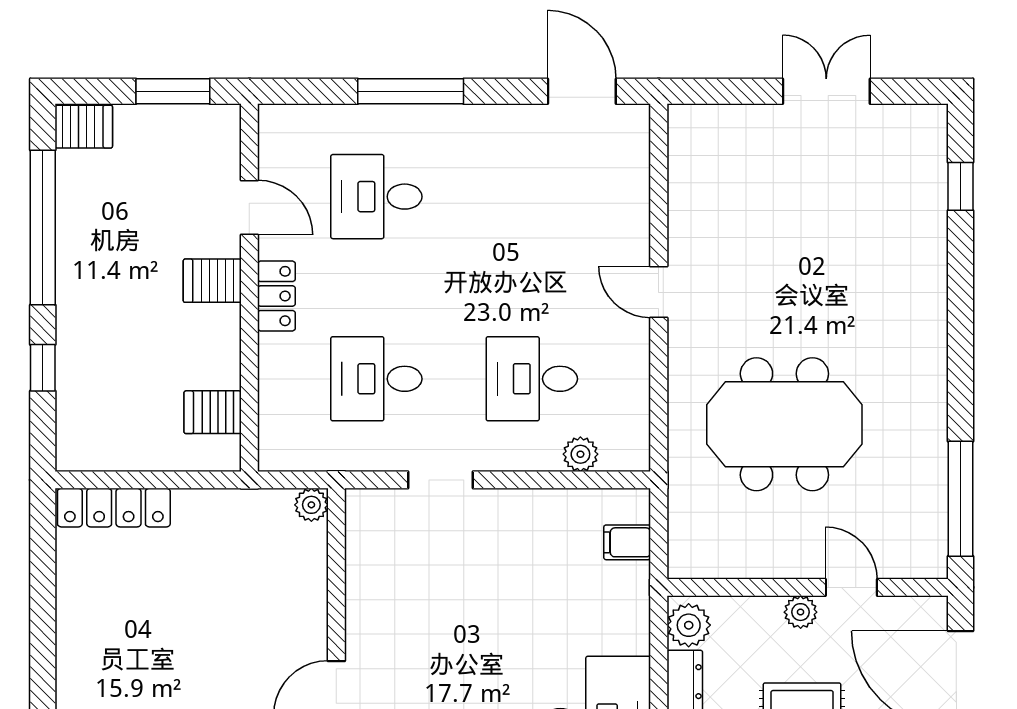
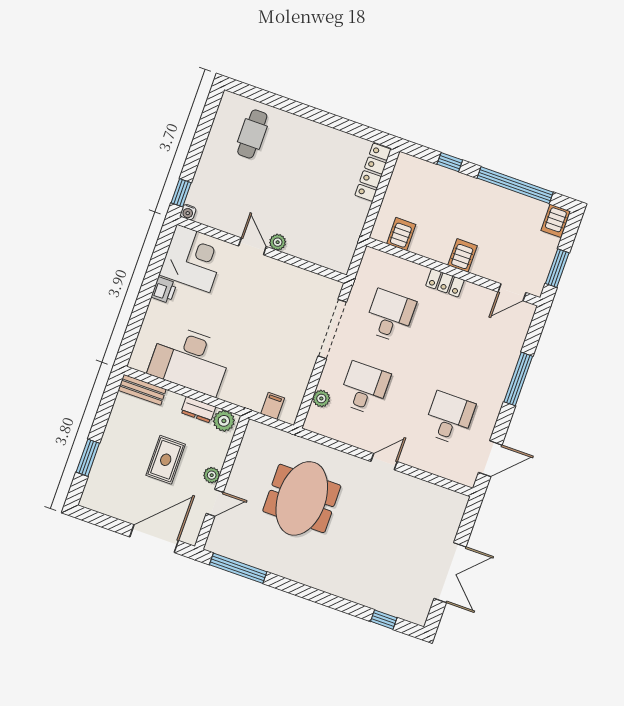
double door: (826, 91) -> (450, 573), width x1.37
desk: (376, 197) -> (449, 418), moved
door: (249, 207) -> (512, 292), moved
doorway: (441, 480) -> (332, 329), width x1.87
plant: (311, 505) -> (278, 242), moved

